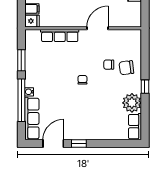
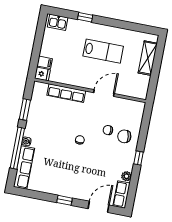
plant: (132, 103) -> (126, 176), width x0.53, depth x0.53
door: (53, 144) -> (98, 207), moved

